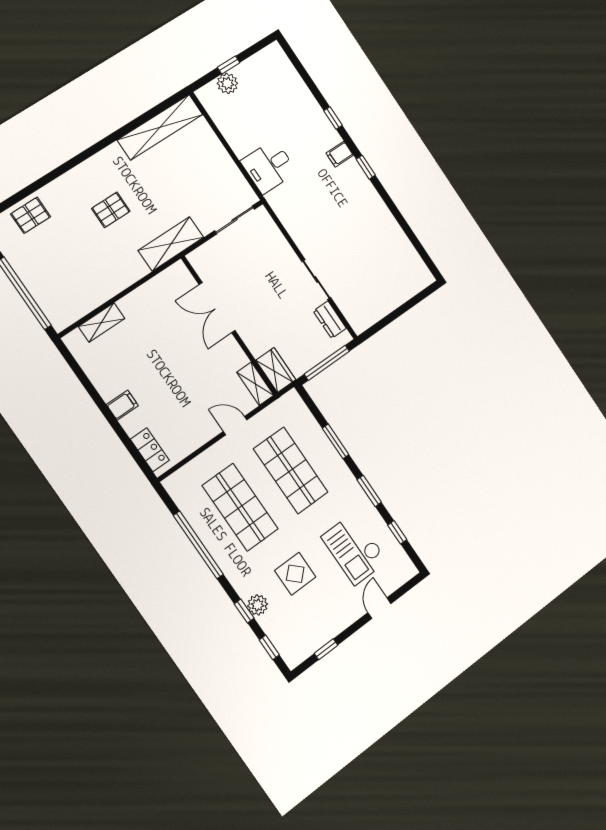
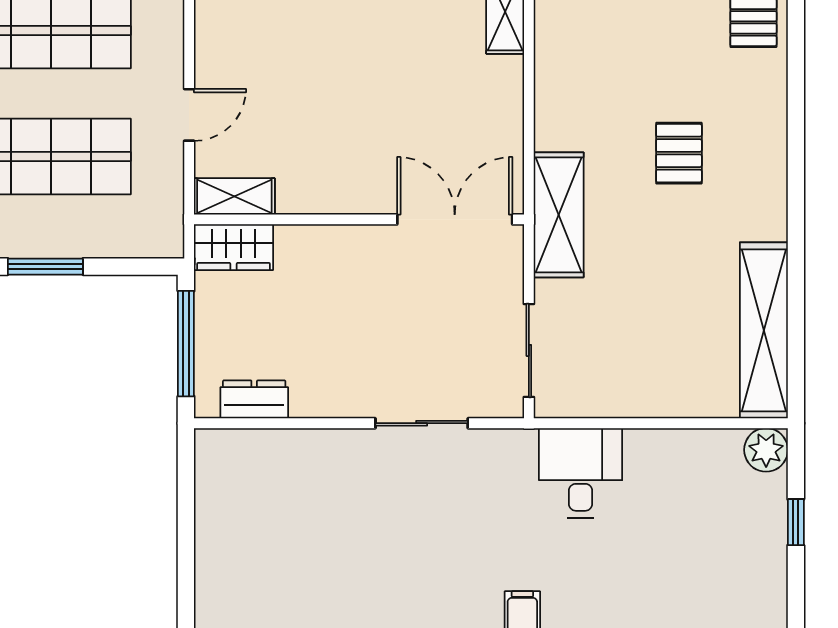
plant: (227, 83) -> (766, 450), moved
sliding door: (316, 279) -> (422, 423), moved
double door: (217, 308) -> (455, 219), moved

